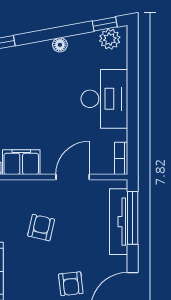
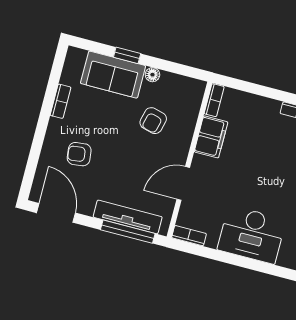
door: (73, 177) -> (183, 183), swing flipped
armchair: (41, 228) -> (153, 121), moved, turned 91

